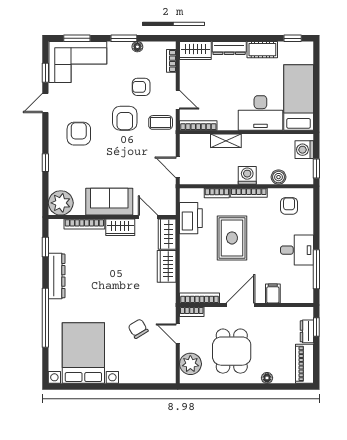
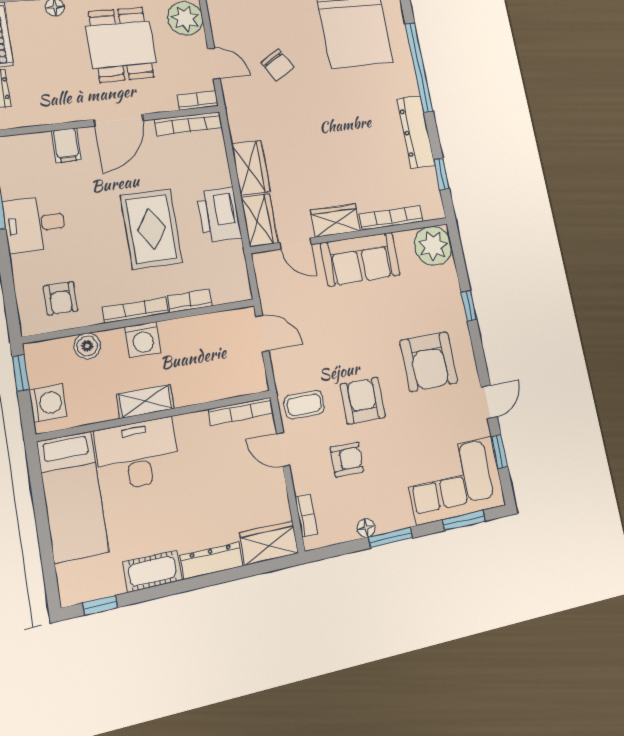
armchair: (79, 134) -> (429, 362), width x1.36, depth x1.36
shelving: (226, 141) -> (145, 401), moved
printer: (191, 218) -> (219, 215), moved

